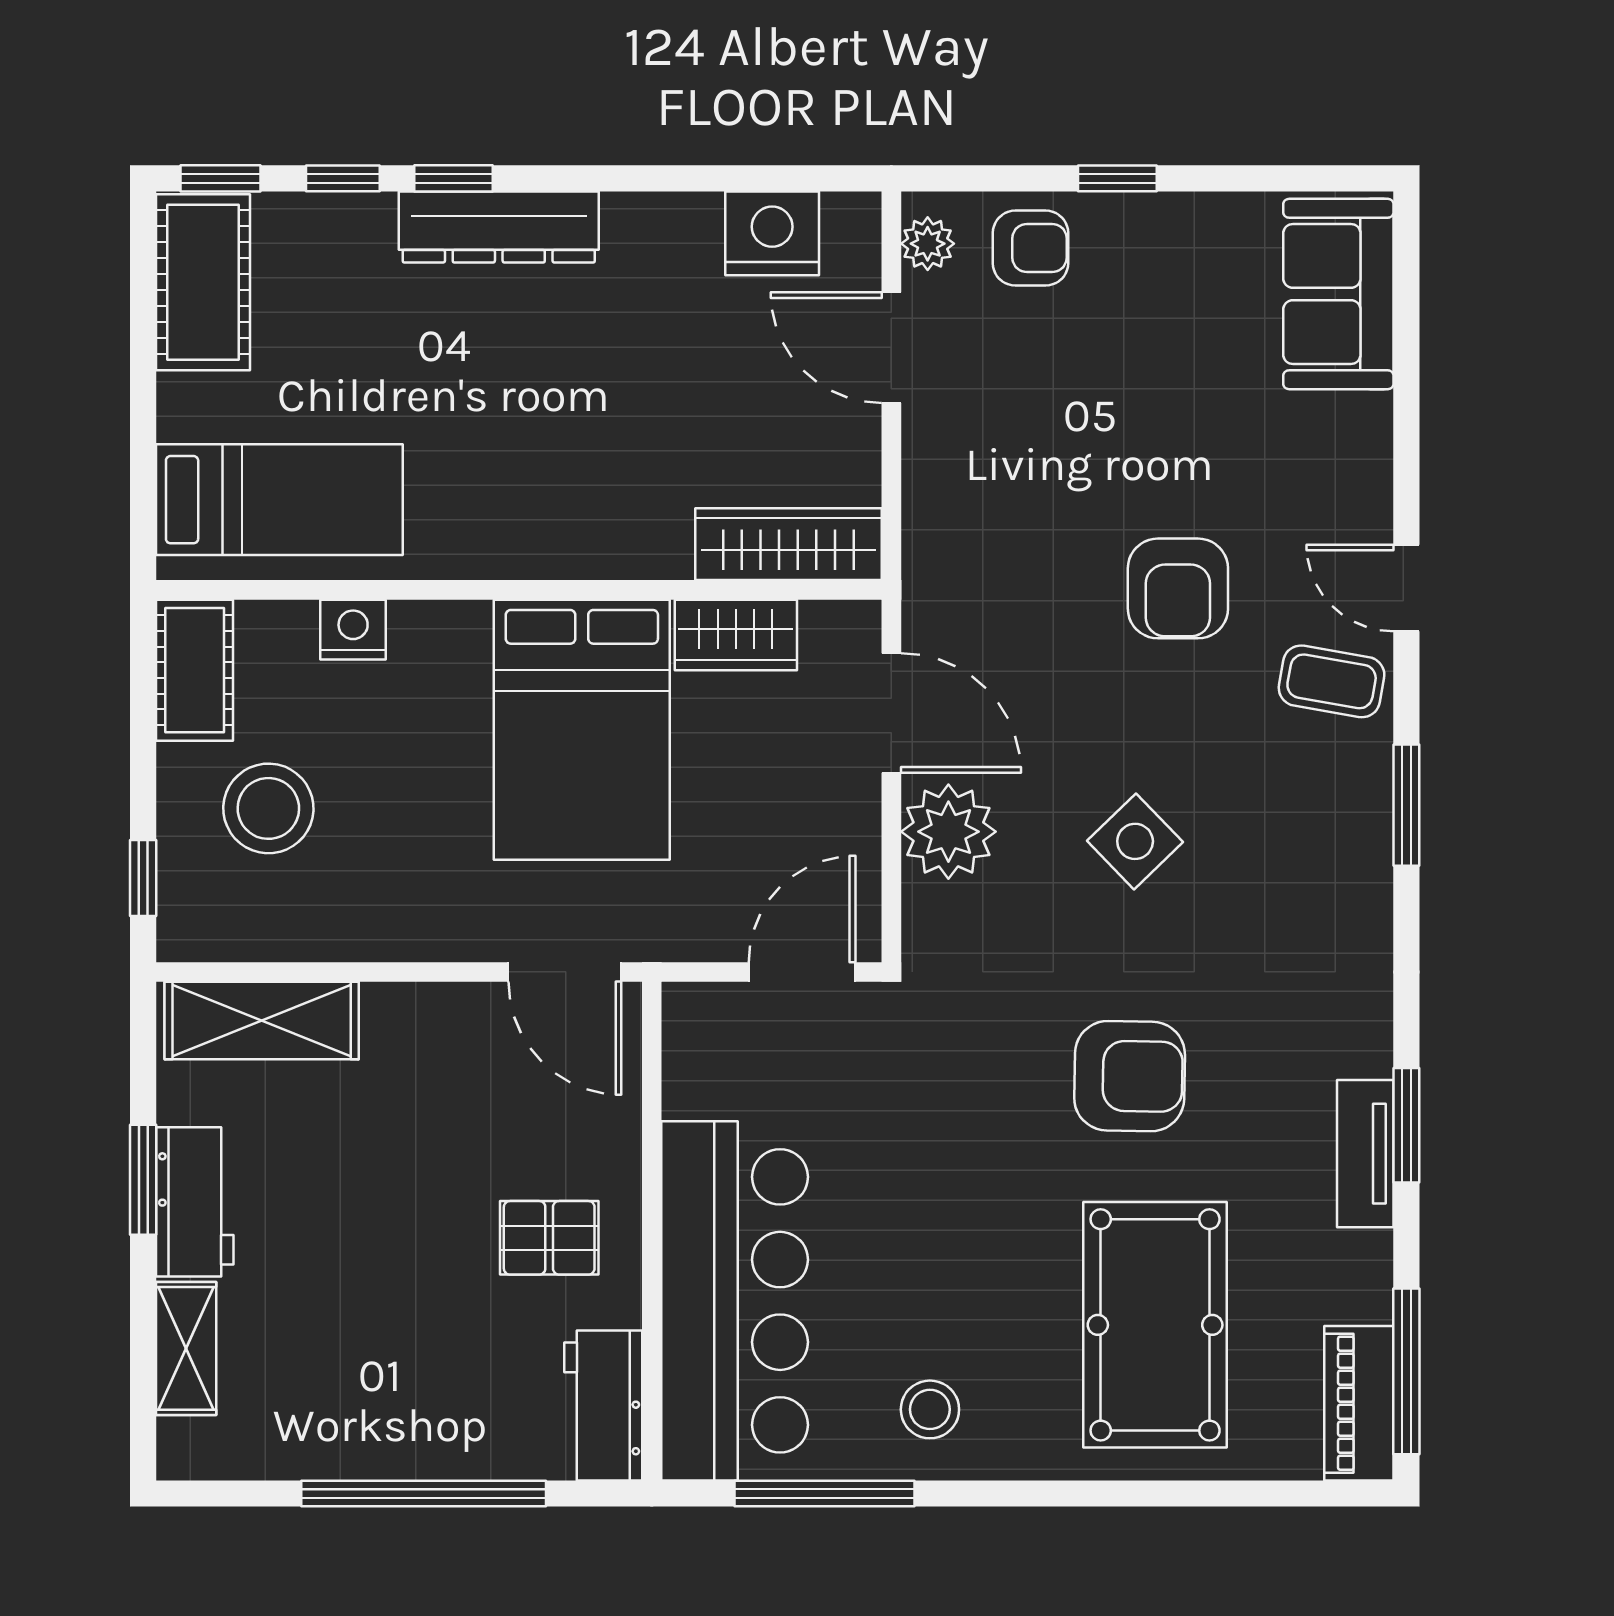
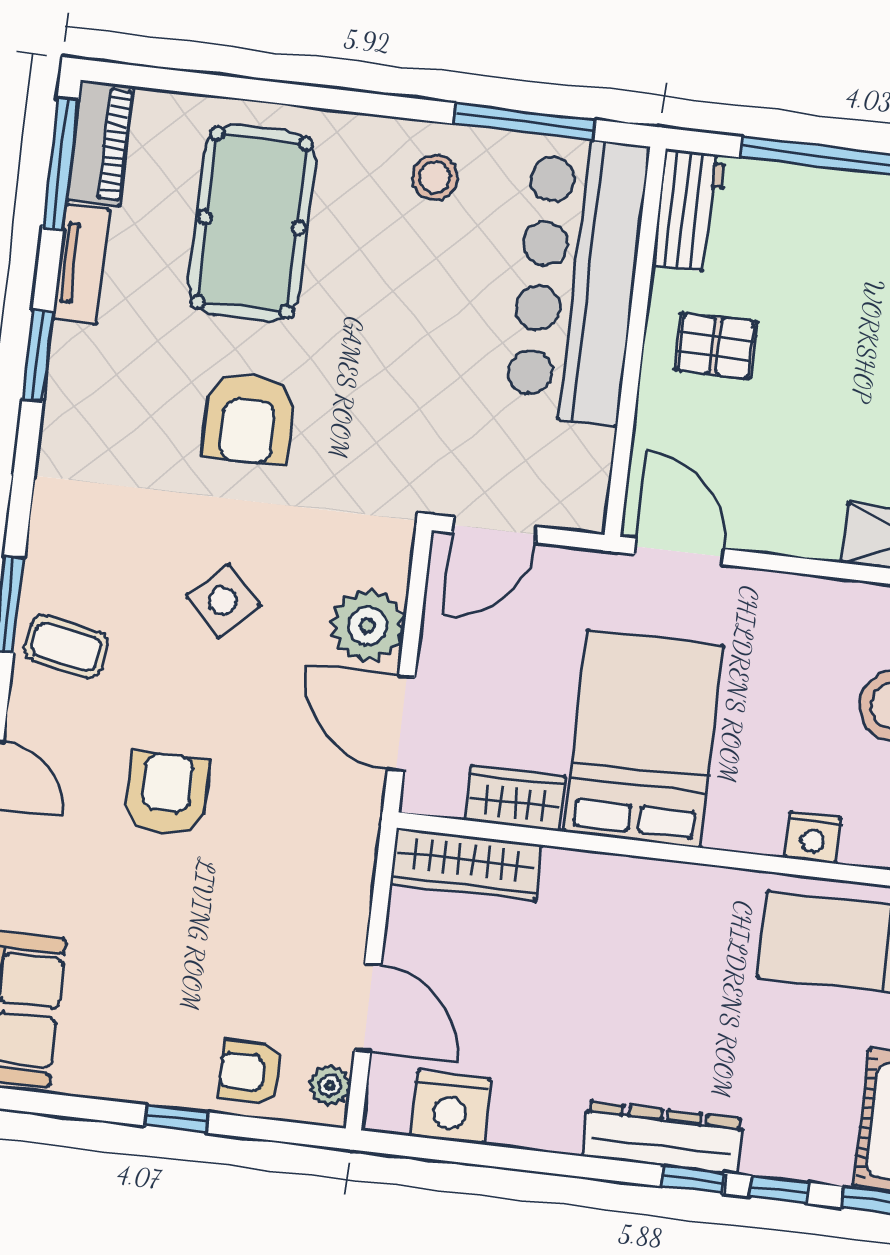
coffee table: (1332, 681) -> (66, 647), moved
armchair: (1130, 1076) -> (249, 419), turned -91
tv unit: (1365, 1154) -> (81, 264), moved

